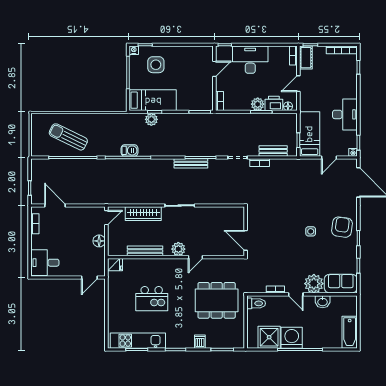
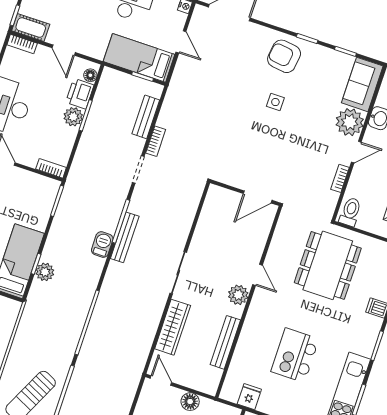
barbecue: (130, 150) -> (102, 245), moved
fridge: (115, 265) -> (249, 397), moved
kitchen island: (152, 299) -> (295, 355), turned 180

